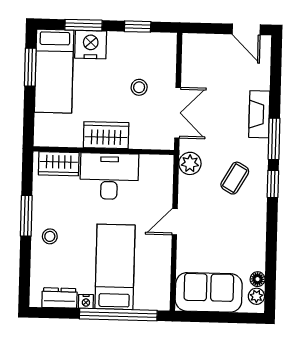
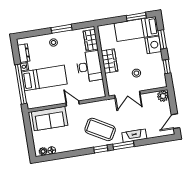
plant: (190, 163) -> (163, 96), moved
coffee table: (235, 178) -> (100, 129), width x1.86, depth x1.72
sofa: (209, 292) -> (50, 119), moved, turned 90

